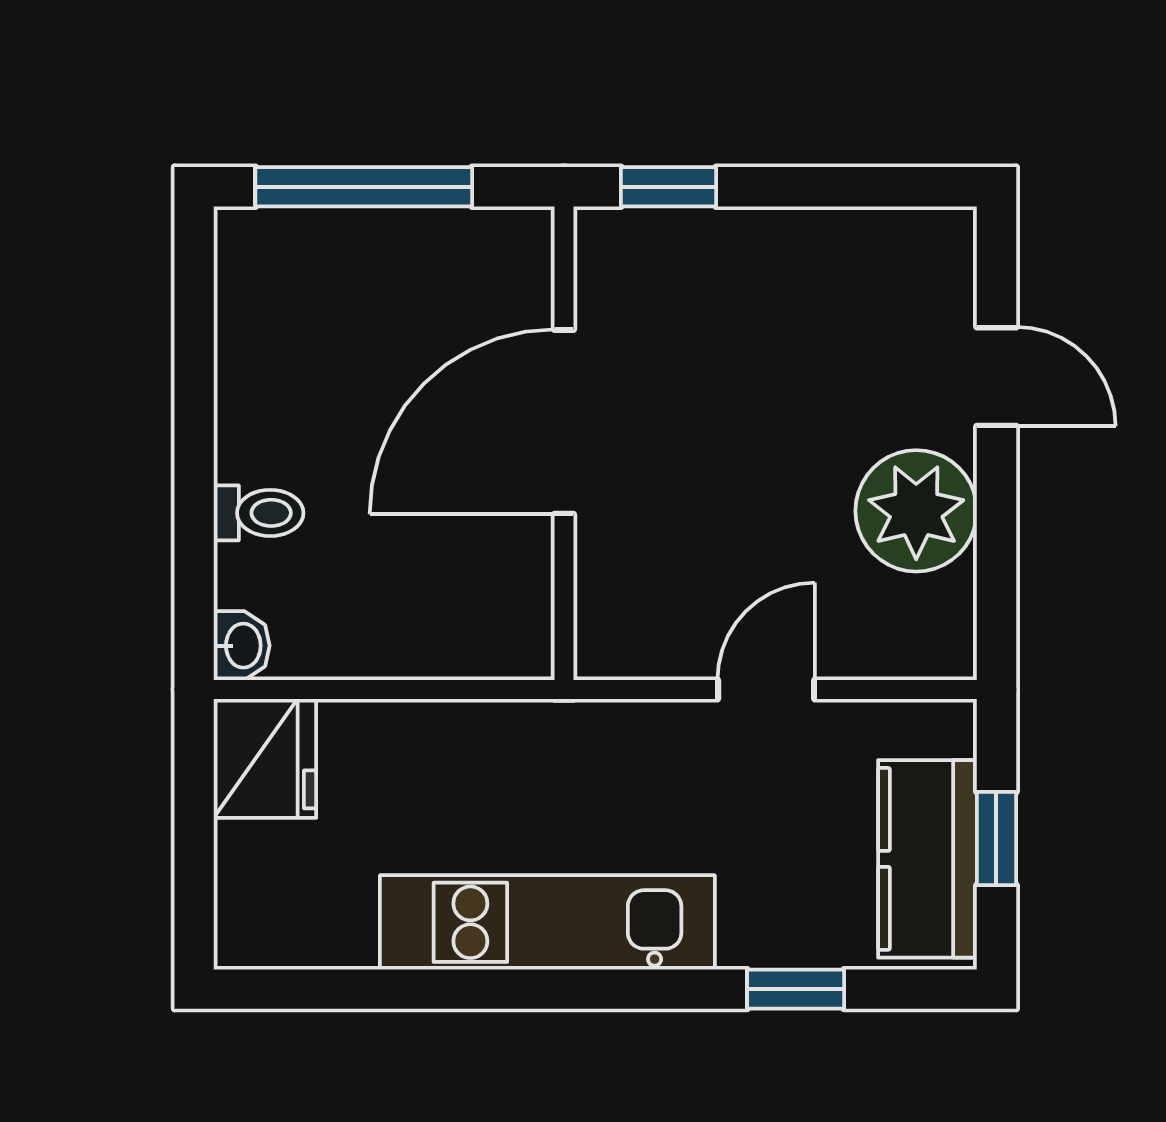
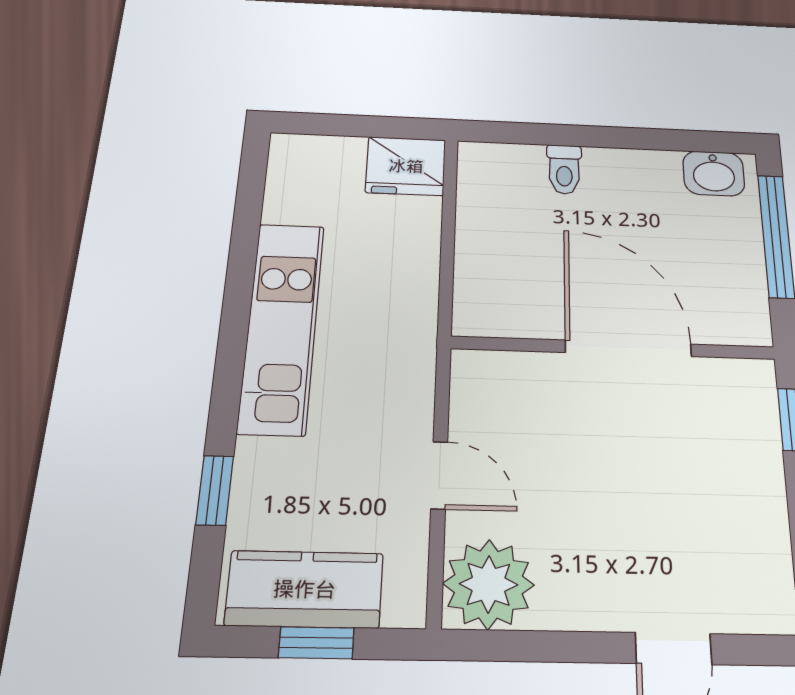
plant: (916, 511) -> (489, 584), moved
washbasin: (242, 646) -> (714, 173), moved, width x1.38, depth x1.45

